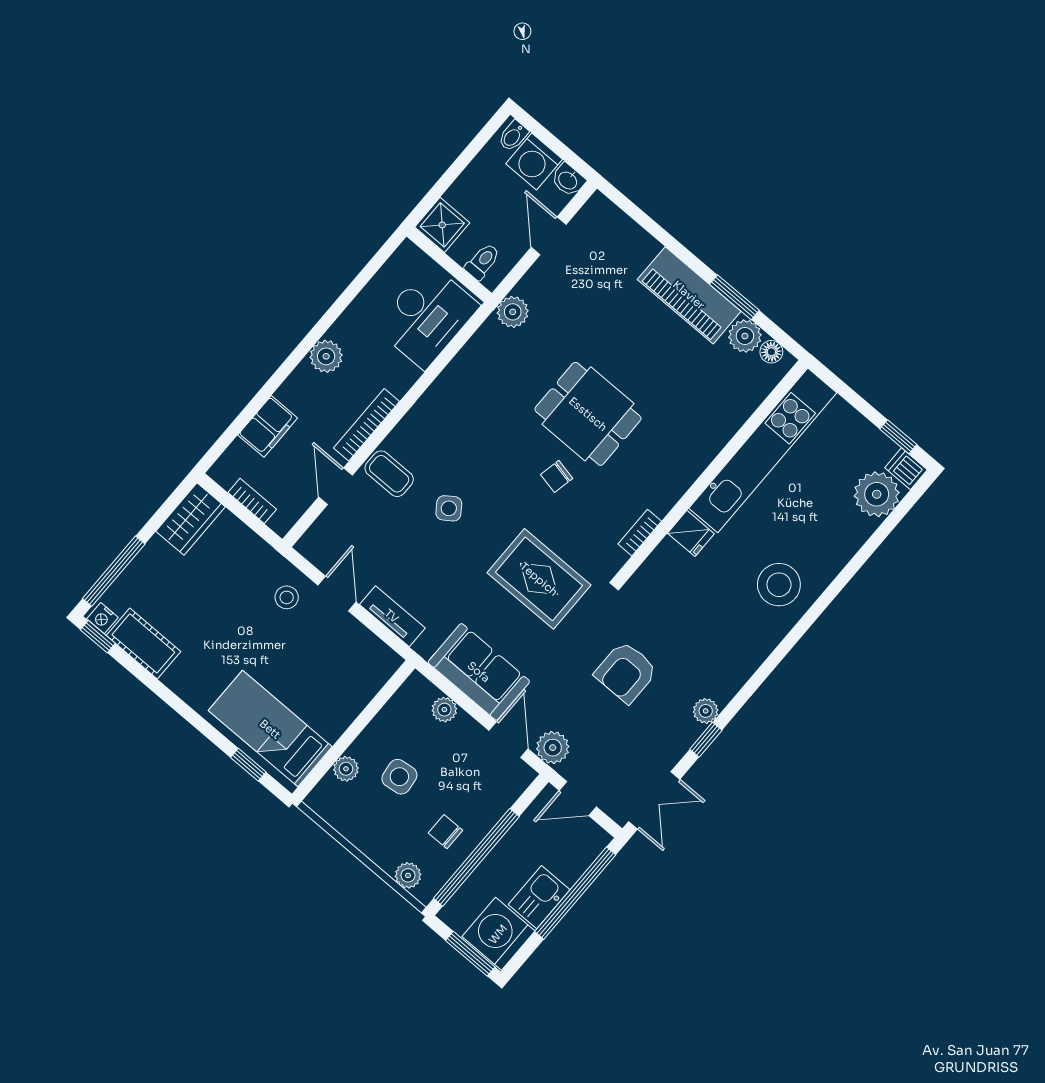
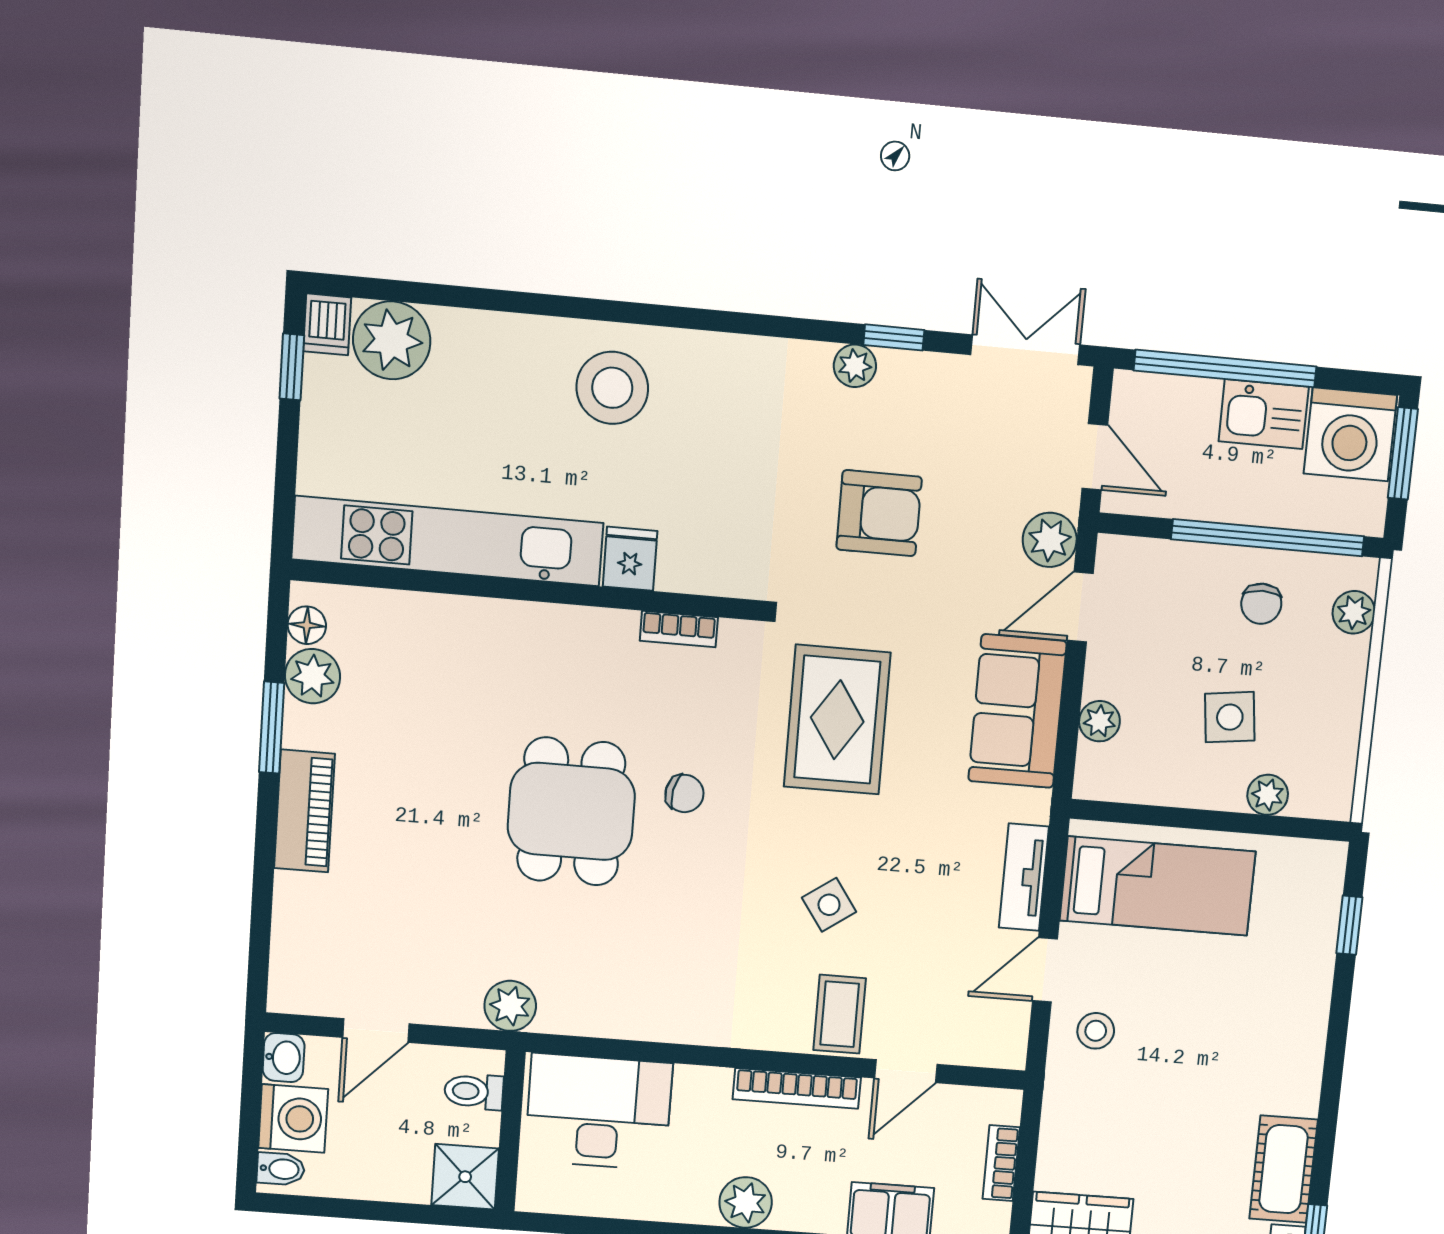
piano: (689, 295) -> (304, 811), width x0.73, depth x0.75
bed: (270, 729) -> (1158, 886), moved, turned -90

